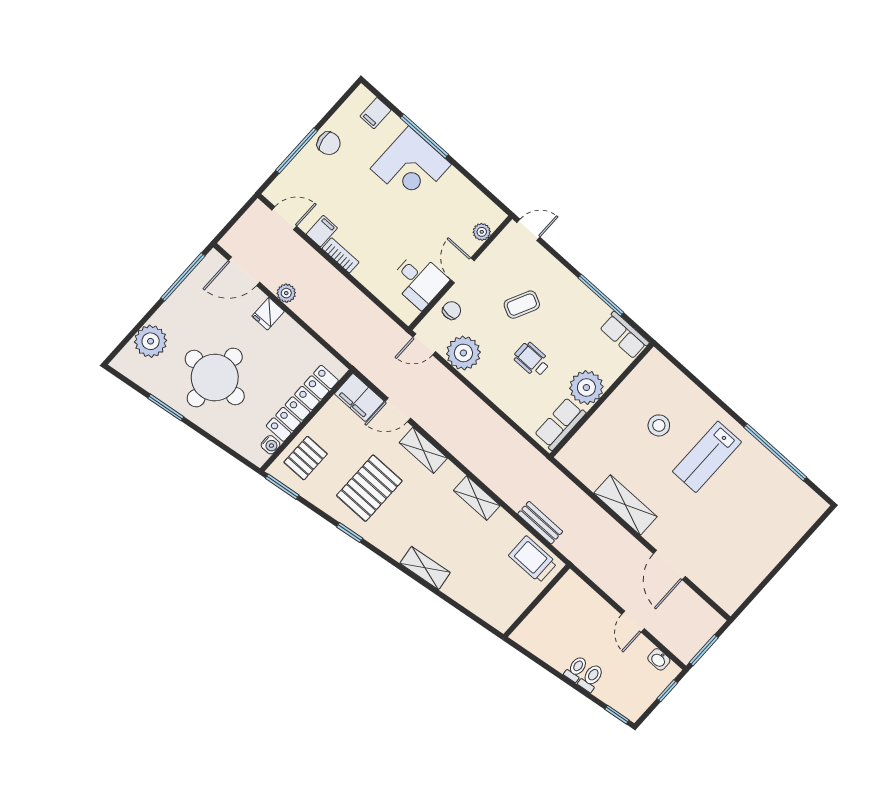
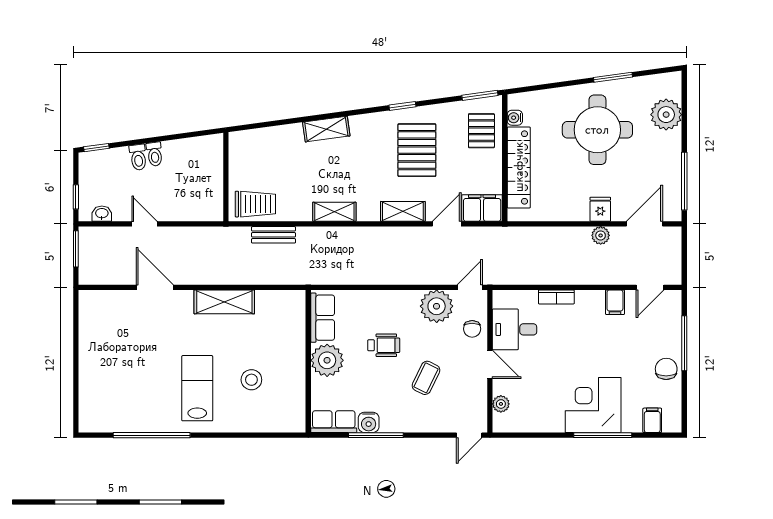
chair: (329, 143) -> (666, 369), turned 99
bookcase: (340, 255) -> (556, 297), moved
water cooler: (598, 310) -> (369, 422), added

